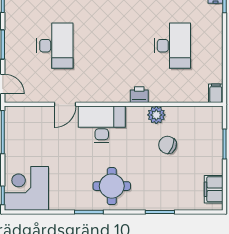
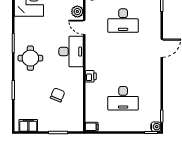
plant: (156, 115) -> (77, 12), moved

